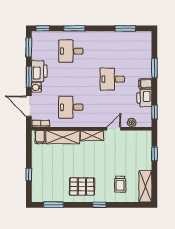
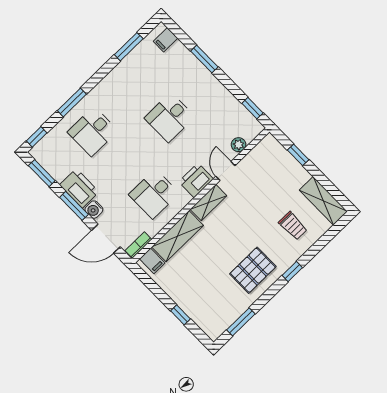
filing cabinet: (145, 84) -> (166, 40), moved
printer: (144, 98) -> (196, 180), moved, turned 90

